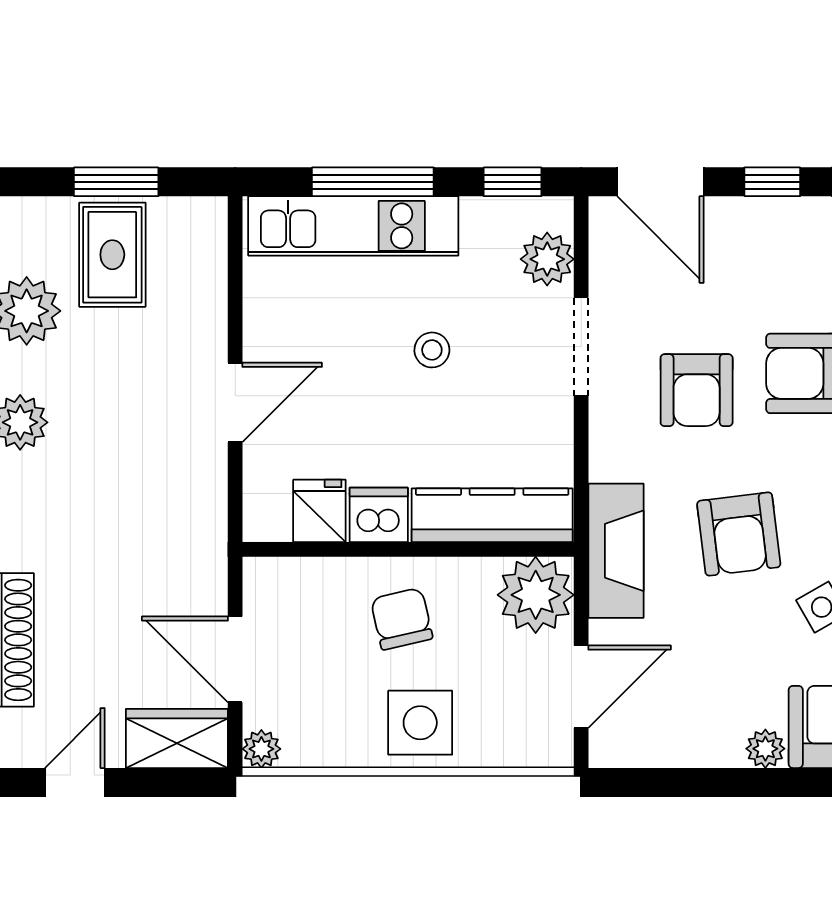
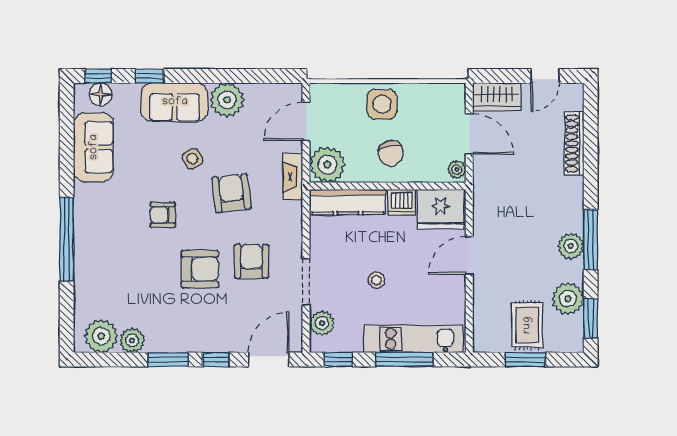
door: (660, 182) -> (269, 360), hinge flipped
fridge: (319, 511) -> (440, 209), width x1.88, depth x1.34
fireplace: (616, 551) -> (293, 177), width x0.73, depth x0.76
plant: (261, 749) -> (457, 170), moved
plant: (765, 749) -> (227, 100), width x1.88, depth x1.88

